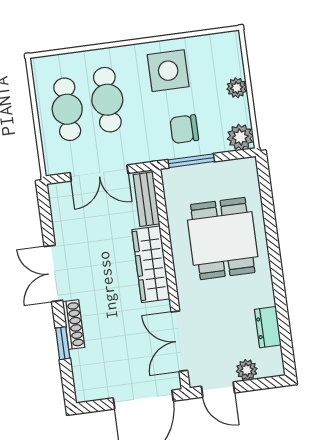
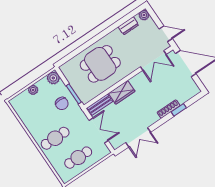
side table: (168, 71) -> (40, 123), removed
cafe table: (107, 100) -> (55, 138), moved
wardrobe: (151, 264) -> (122, 92), width x0.67
double door: (53, 273) -> (138, 137), moved
plant: (247, 370) -> (144, 15), moved
door: (218, 390) -> (166, 34), hinge flipped

